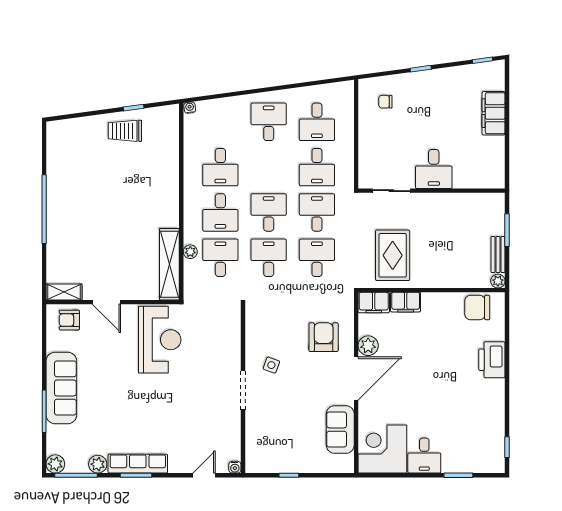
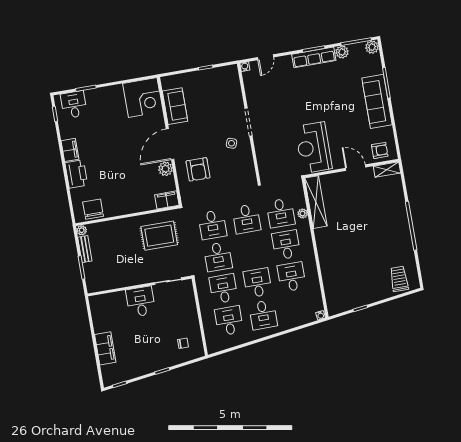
trolley: (125, 131) -> (399, 279), moved, turned -90
desk: (269, 212) -> (258, 283), moved, turned 180
rug: (393, 255) -> (159, 236), turned 90
filing cabinet: (406, 302) -> (70, 150), moved, turned 90
chair: (477, 308) -> (93, 209), turned -90
desk: (424, 456) -> (74, 105), moved

